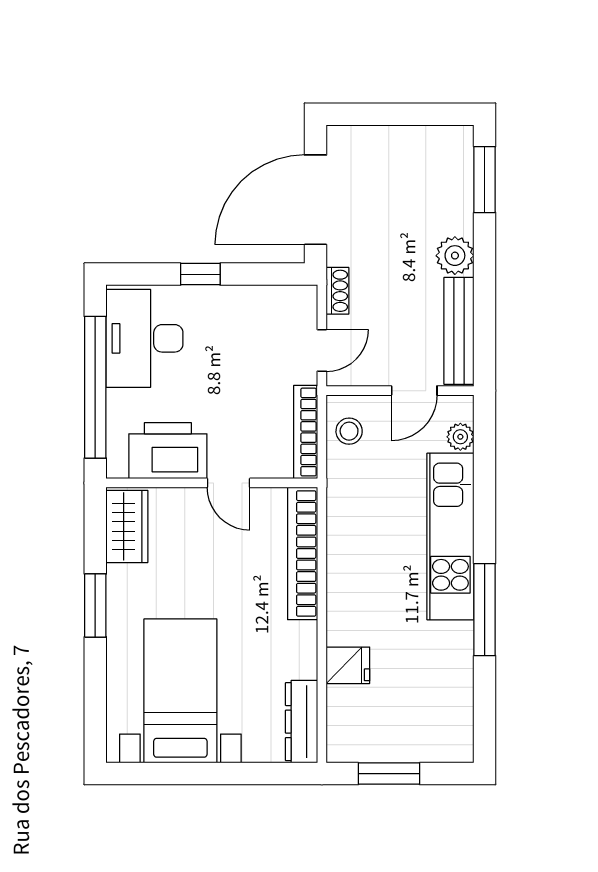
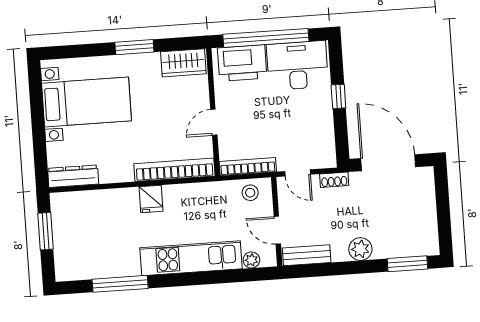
bench: (459, 331) -> (307, 255), width x0.73
printer: (168, 451) -> (242, 63), moved, turned 90
window: (485, 610) -> (120, 284), moved
fridge: (348, 665) -> (151, 199), moved

